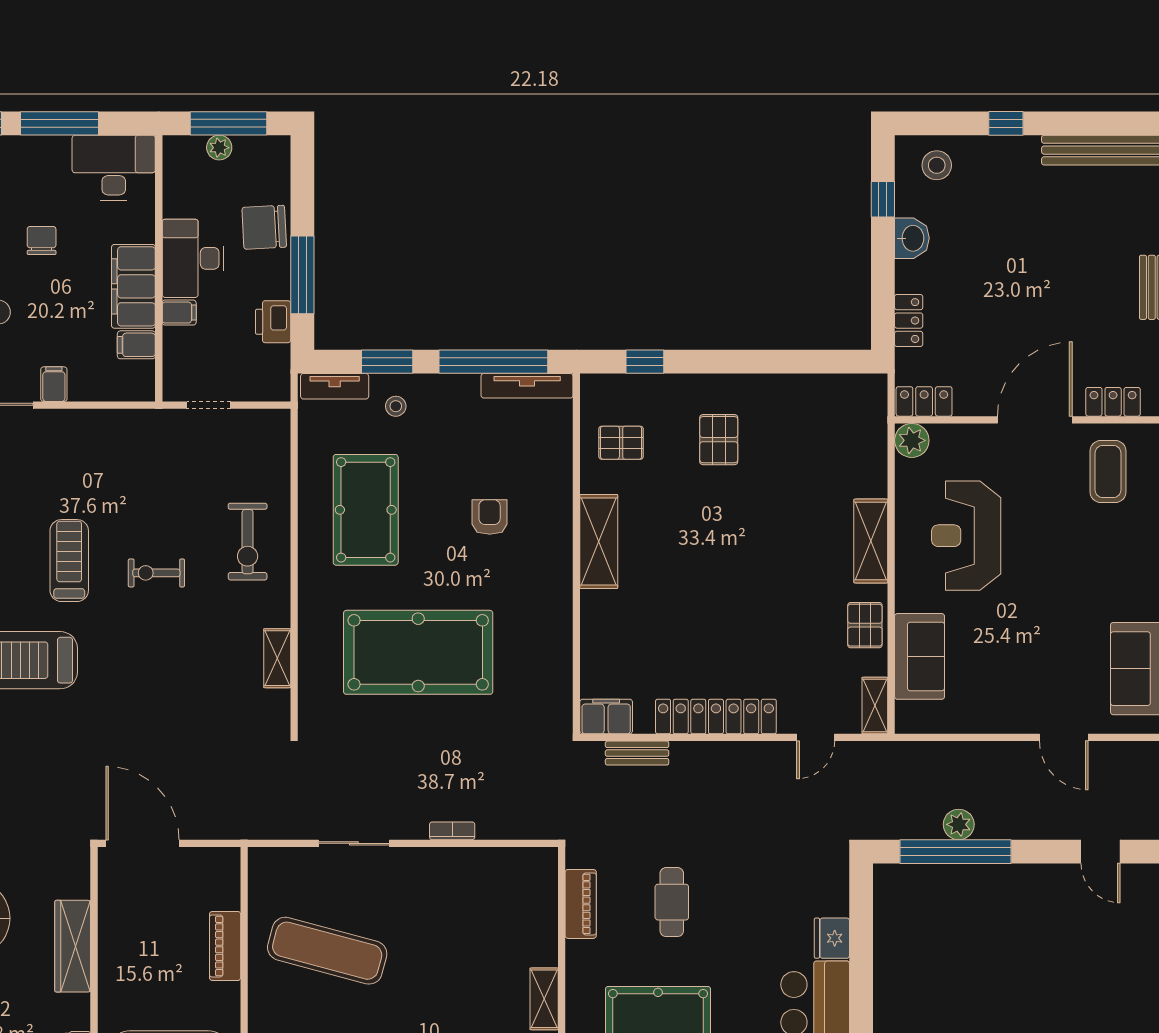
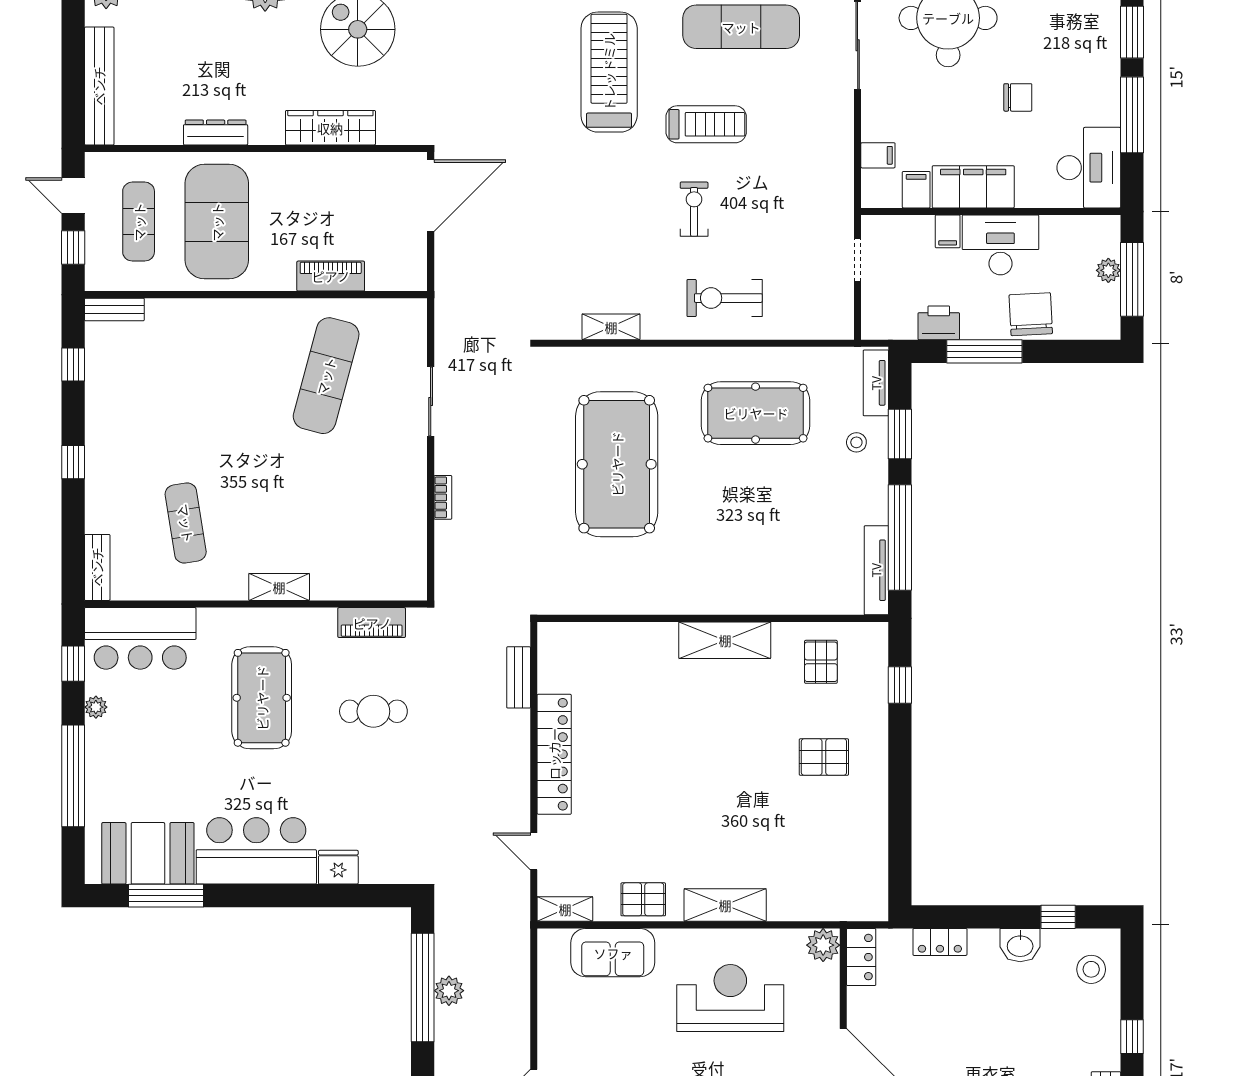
filing cabinet: (54, 384) -> (878, 155), moved
armchair: (490, 517) -> (748, 534), removed
filing cabinet: (606, 716) -> (554, 647), removed

